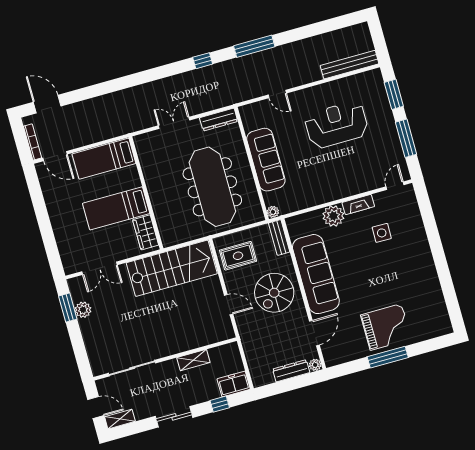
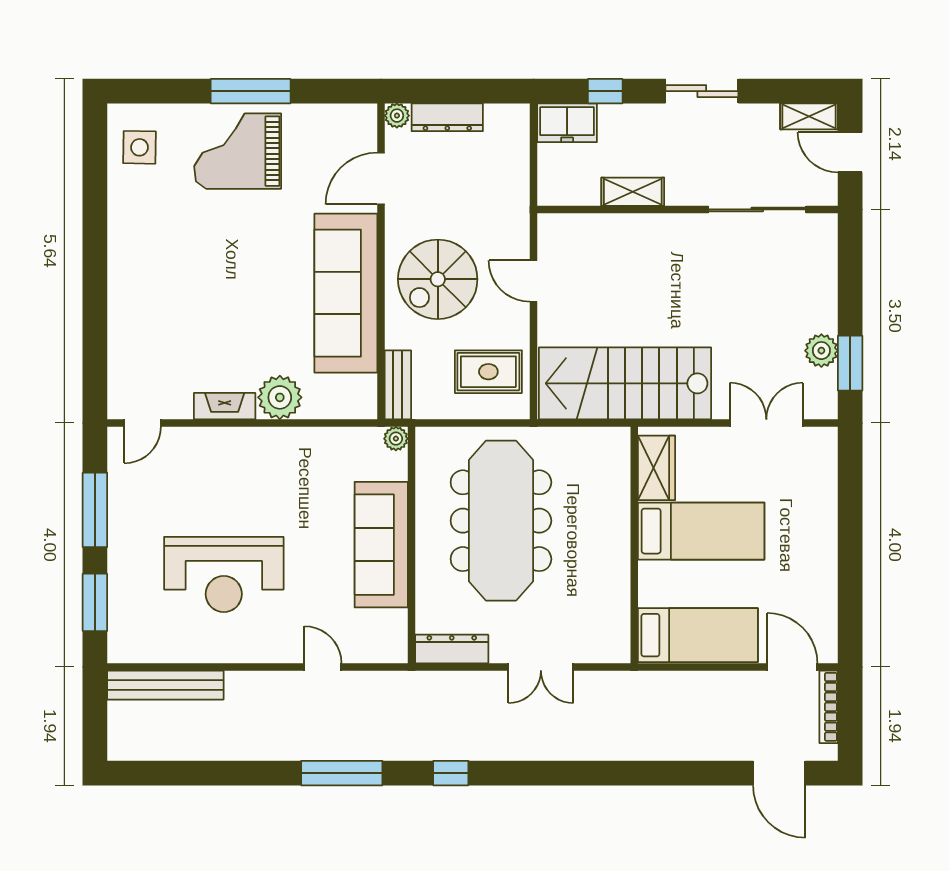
side table: (382, 233) -> (140, 147), moved
spiral stairs: (274, 293) -> (438, 279), turned 180

